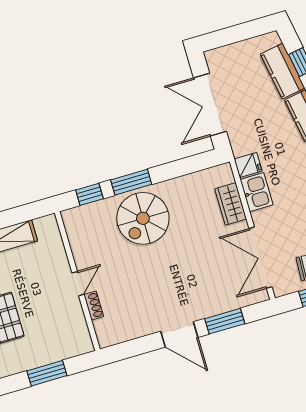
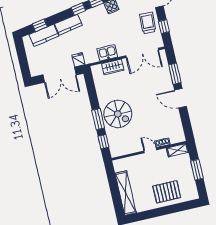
fridge: (248, 165) -> (78, 60), moved
door: (179, 334) -> (180, 98), swing flipped
shelving: (81, 335) -> (177, 150), added

